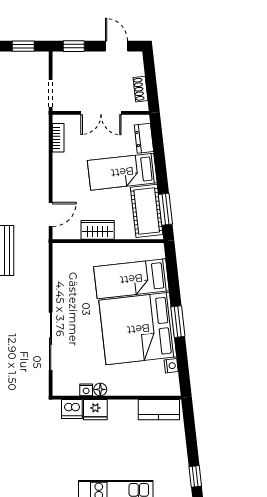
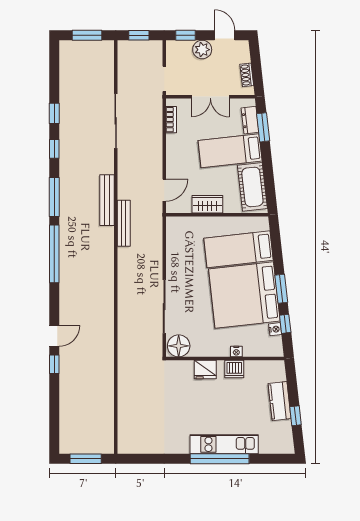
plant: (92, 62) -> (202, 50), added
window: (165, 209) -> (263, 127), moved
window: (182, 360) -> (285, 324), added
floor lamp: (100, 389) -> (179, 346), moved, width x1.89, depth x1.89
nightstand: (86, 390) -> (236, 351), moved
dishwasher: (72, 409) -> (234, 369), moved
kitchen counter: (159, 410) -> (280, 401), moved, turned 84
window: (195, 476) -> (296, 416), moved

